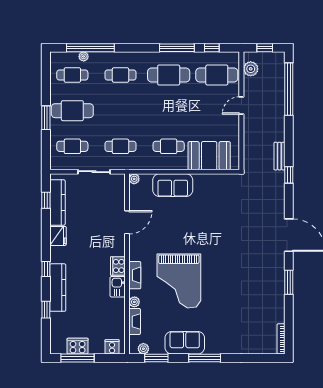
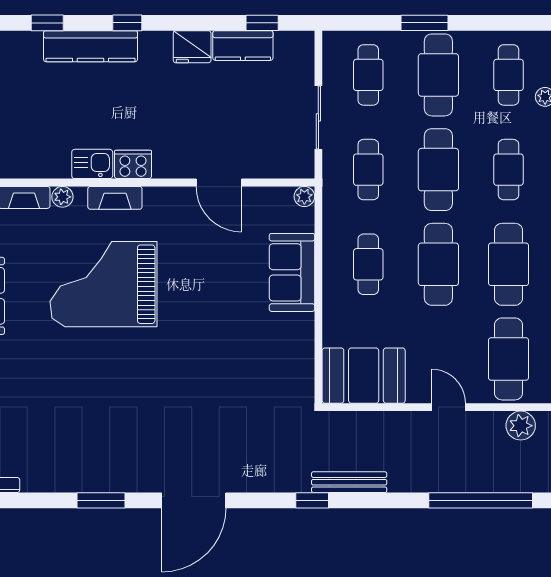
cafe table: (120, 111) -> (438, 170), added
cafe table: (169, 111) -> (438, 264), added
booth: (209, 156) -> (364, 376), moved, turned 90
bench: (279, 156) -> (349, 482), width x1.36
kitchen counter: (57, 202) -> (243, 46), width x0.67

